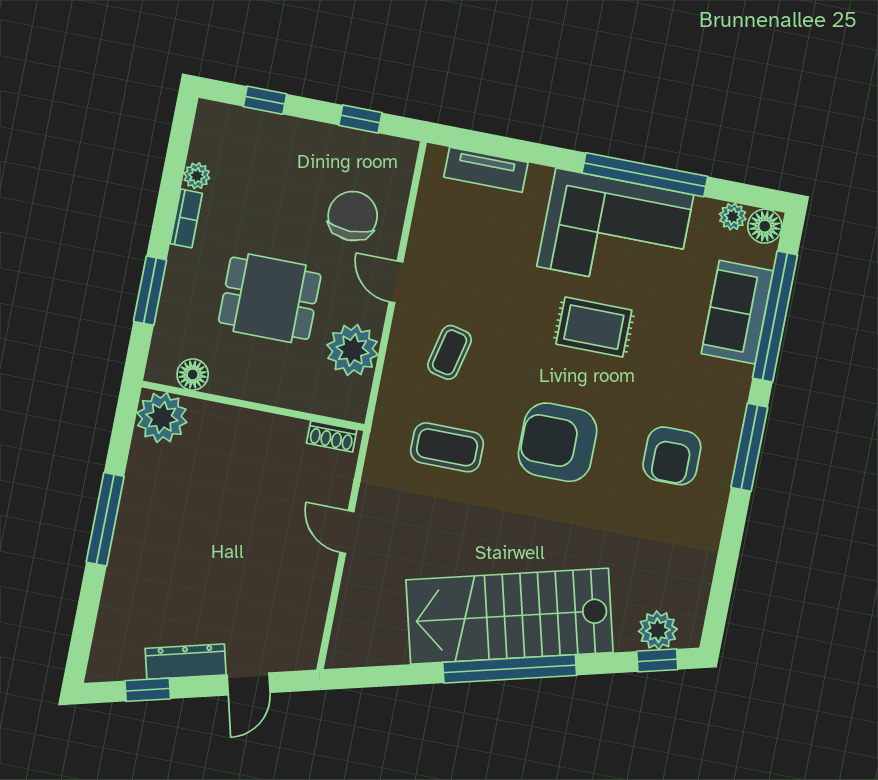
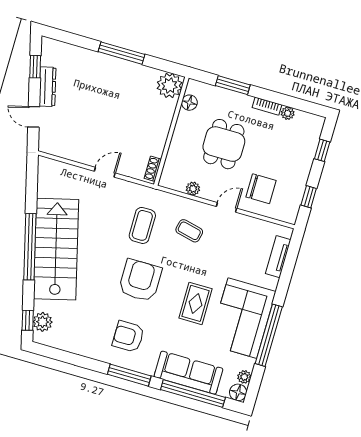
sofa: (737, 312) -> (188, 373), width x1.36
plant: (352, 350) -> (193, 189), width x0.53, depth x0.53

